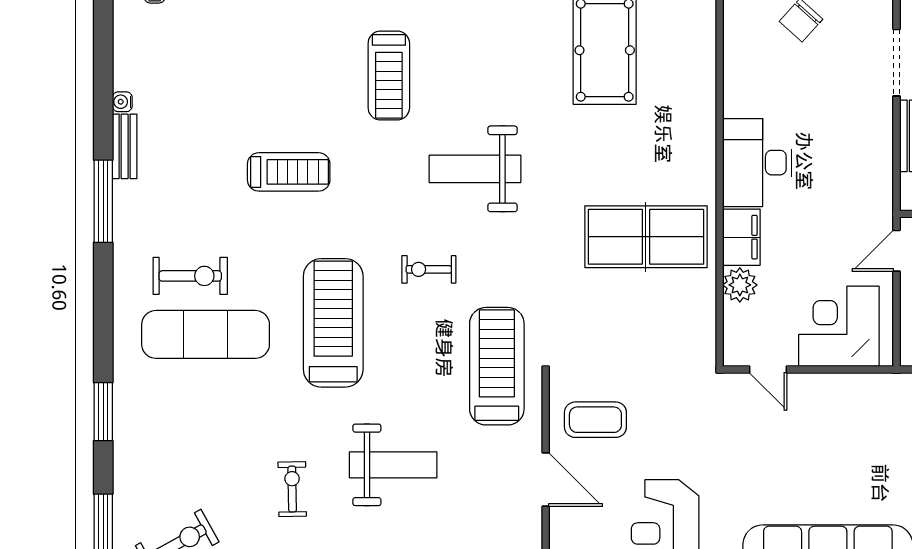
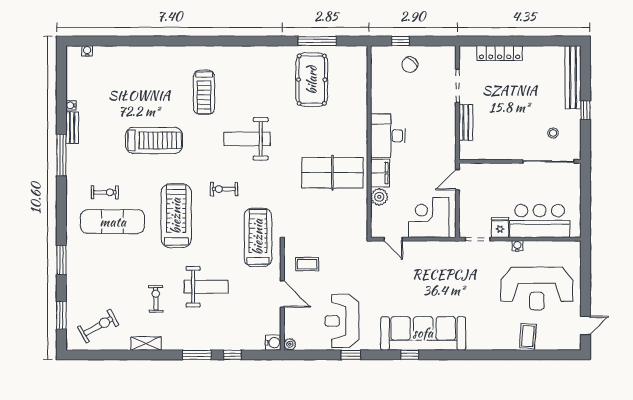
treadmill: (289, 172) -> (154, 140), width x1.37, depth x1.38
exercise bike: (190, 276) -> (105, 192), width x0.73, depth x0.72
coffee table: (595, 420) -> (307, 264), width x0.73, depth x0.77

